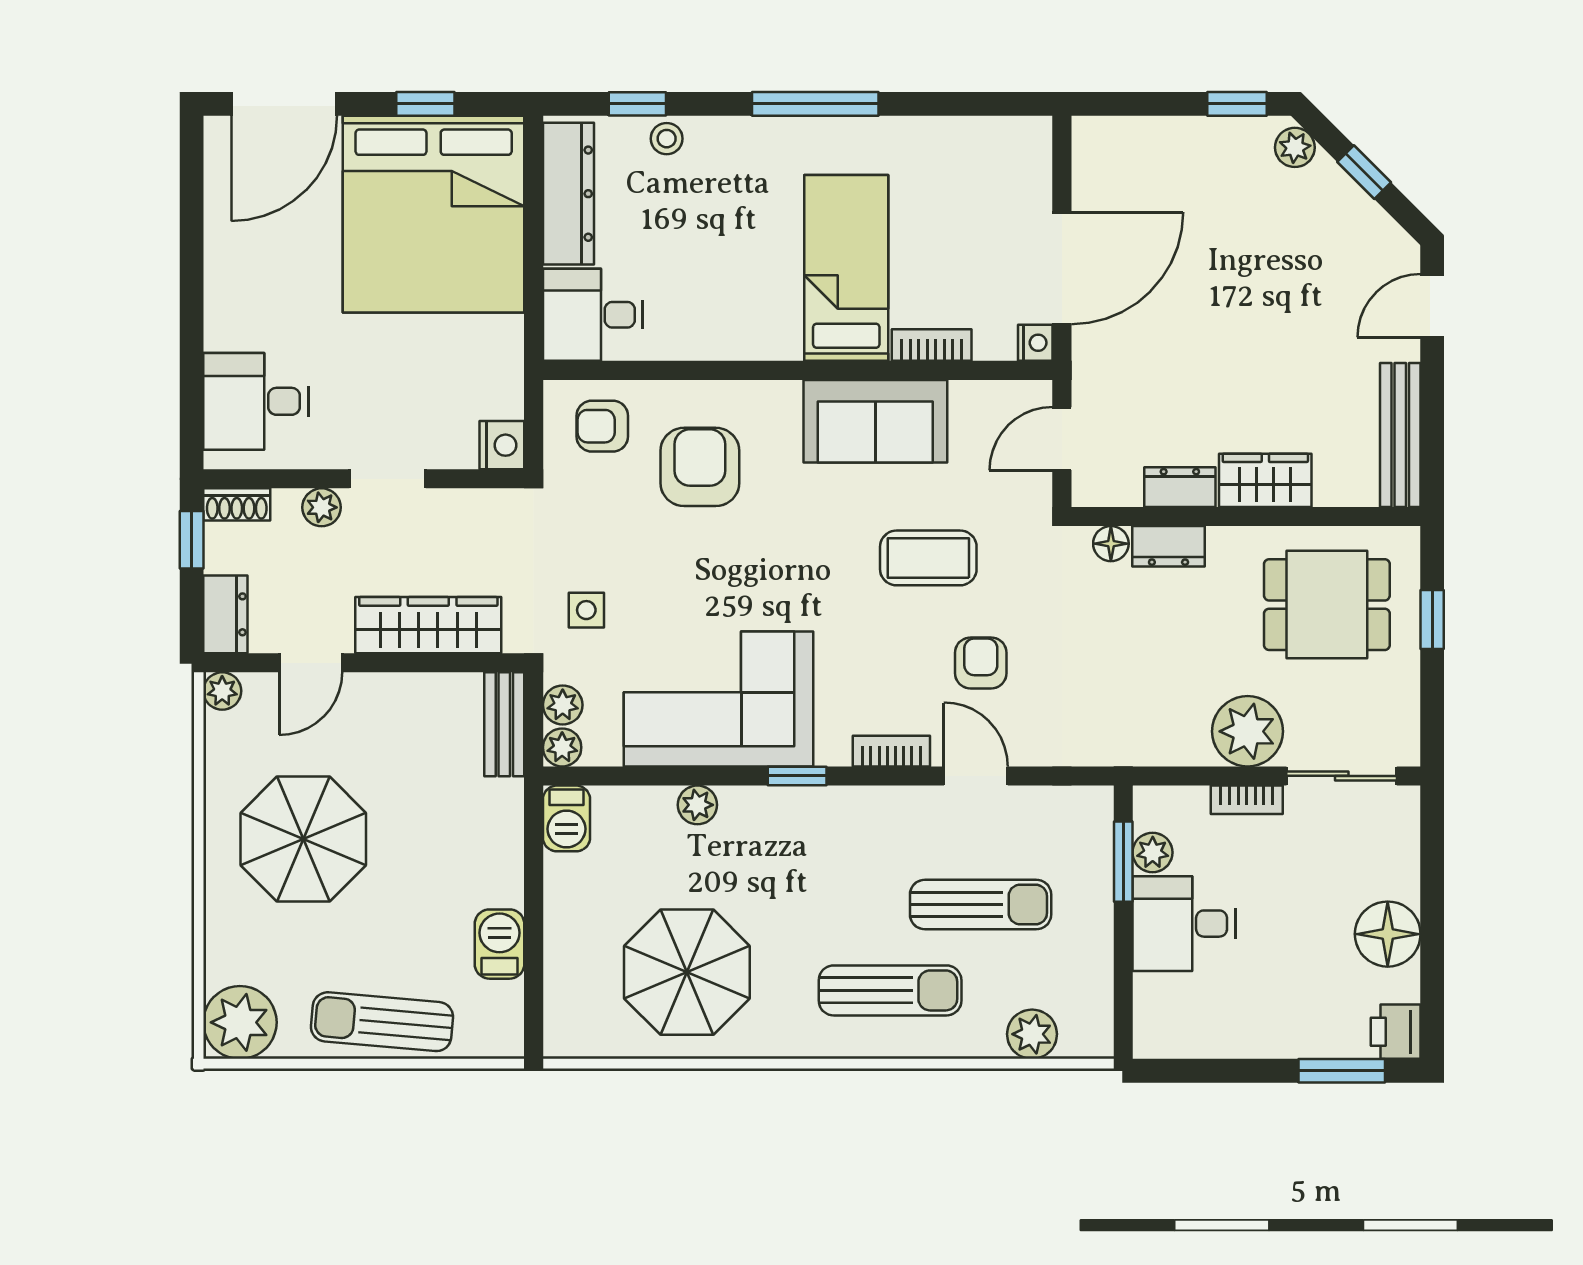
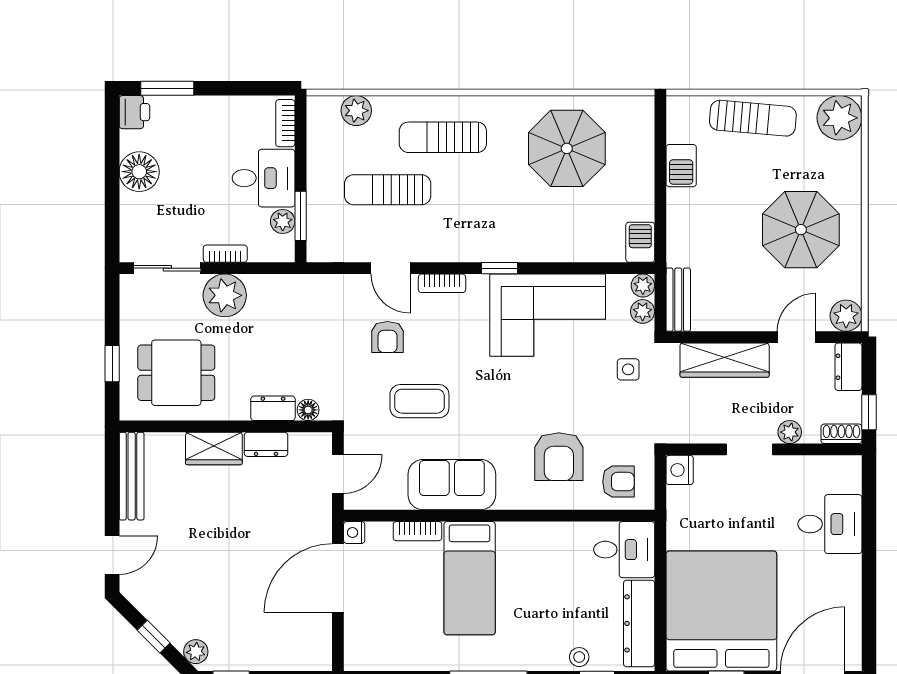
desk: (256, 401) -> (830, 524), moved
plant: (222, 691) -> (846, 316), width x1.38, depth x1.38
plant: (697, 805) -> (560, 251), removed
bookcase: (1148, 1014) -> (285, 123), added

